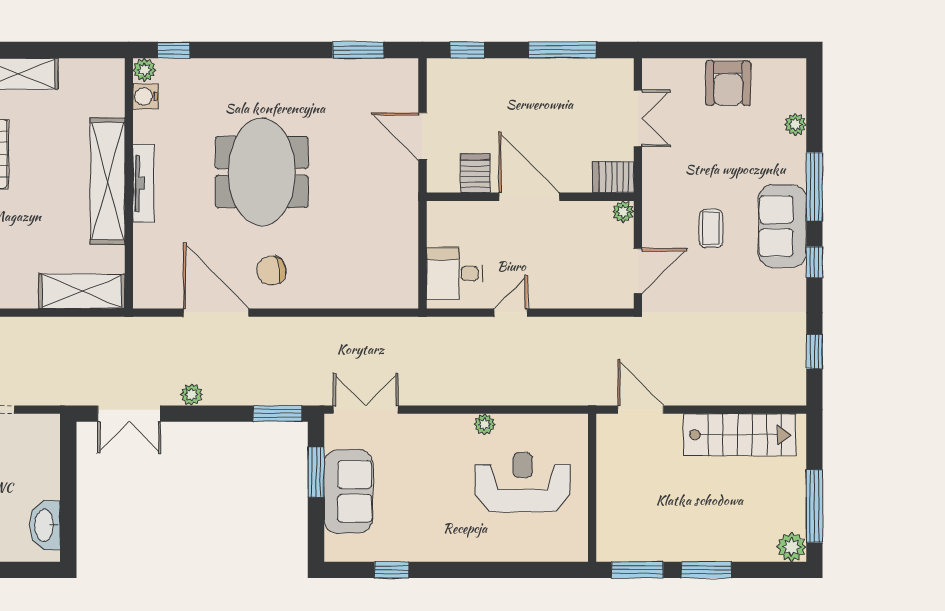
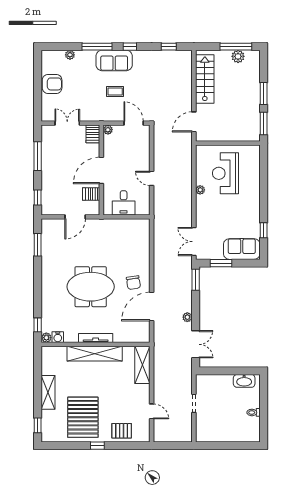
desk: (455, 273) -> (124, 203), moved
sofa: (348, 491) -> (242, 249), moved
plant: (792, 547) -> (238, 56), moved

